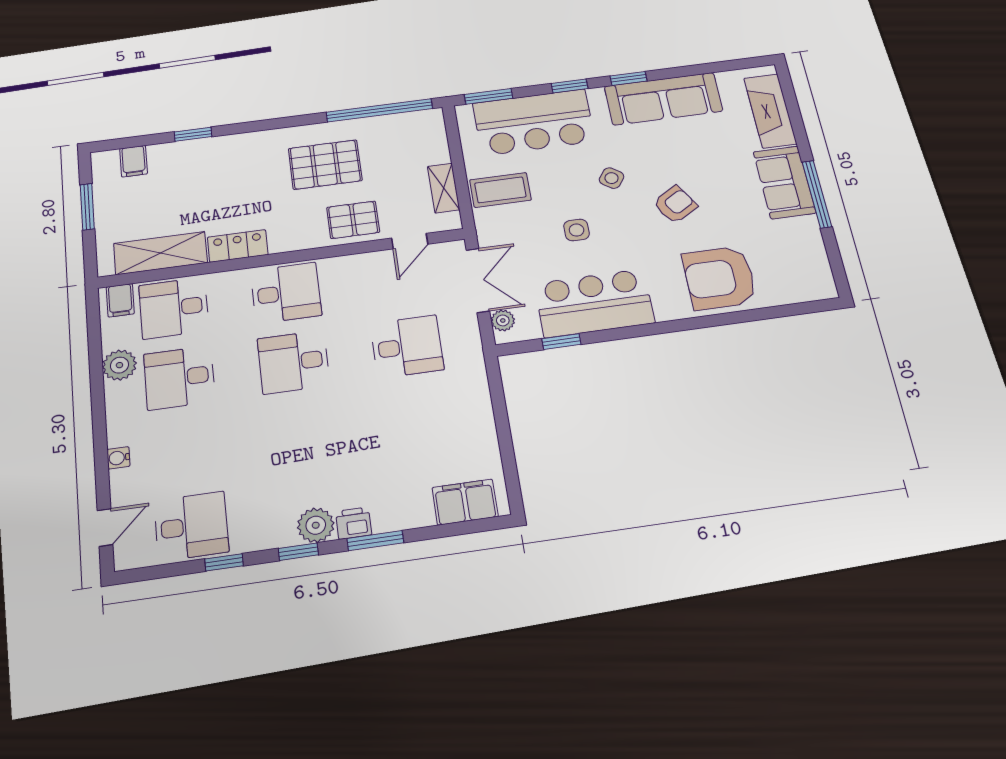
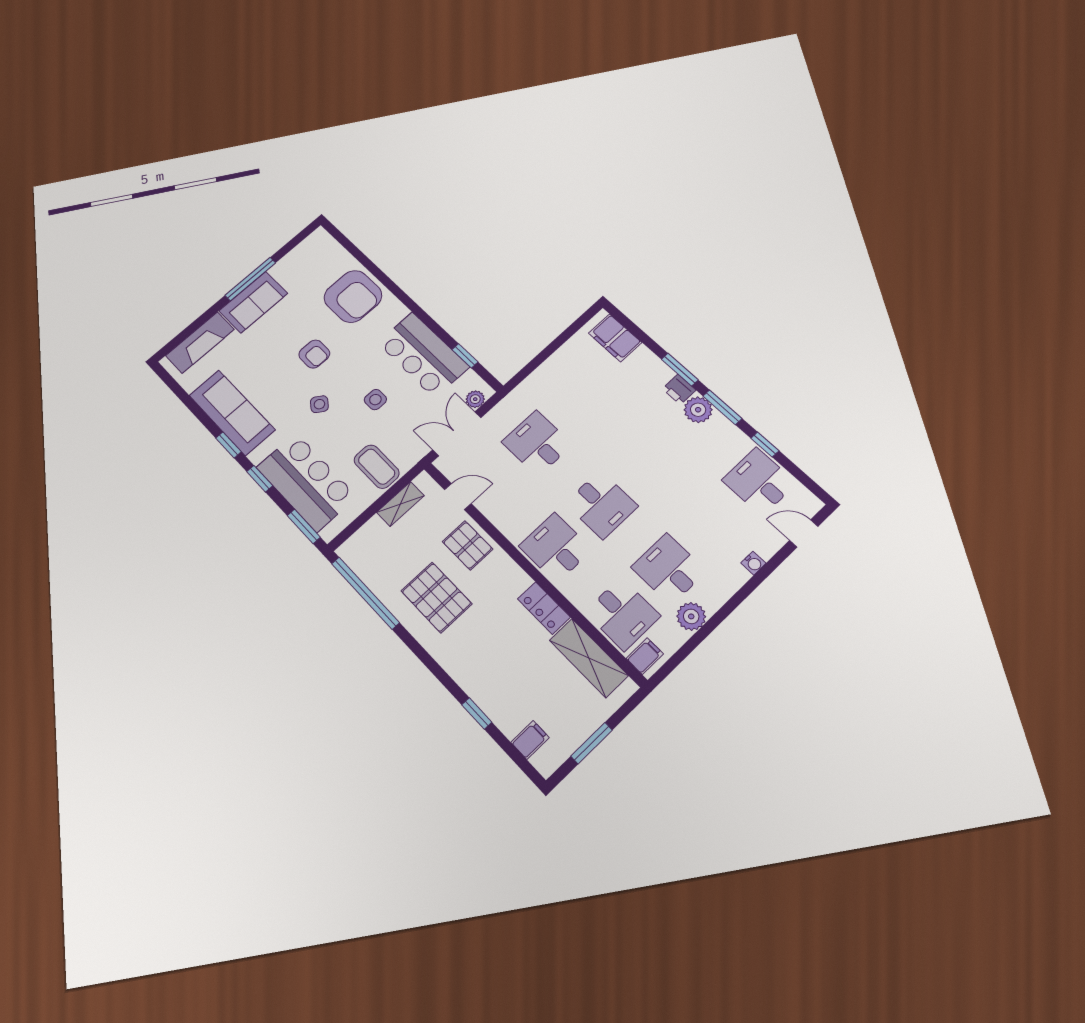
armchair: (675, 204) -> (314, 354), turned -149
desk: (179, 378) -> (669, 569), turned 180
window: (298, 552) -> (722, 407), width x1.50

